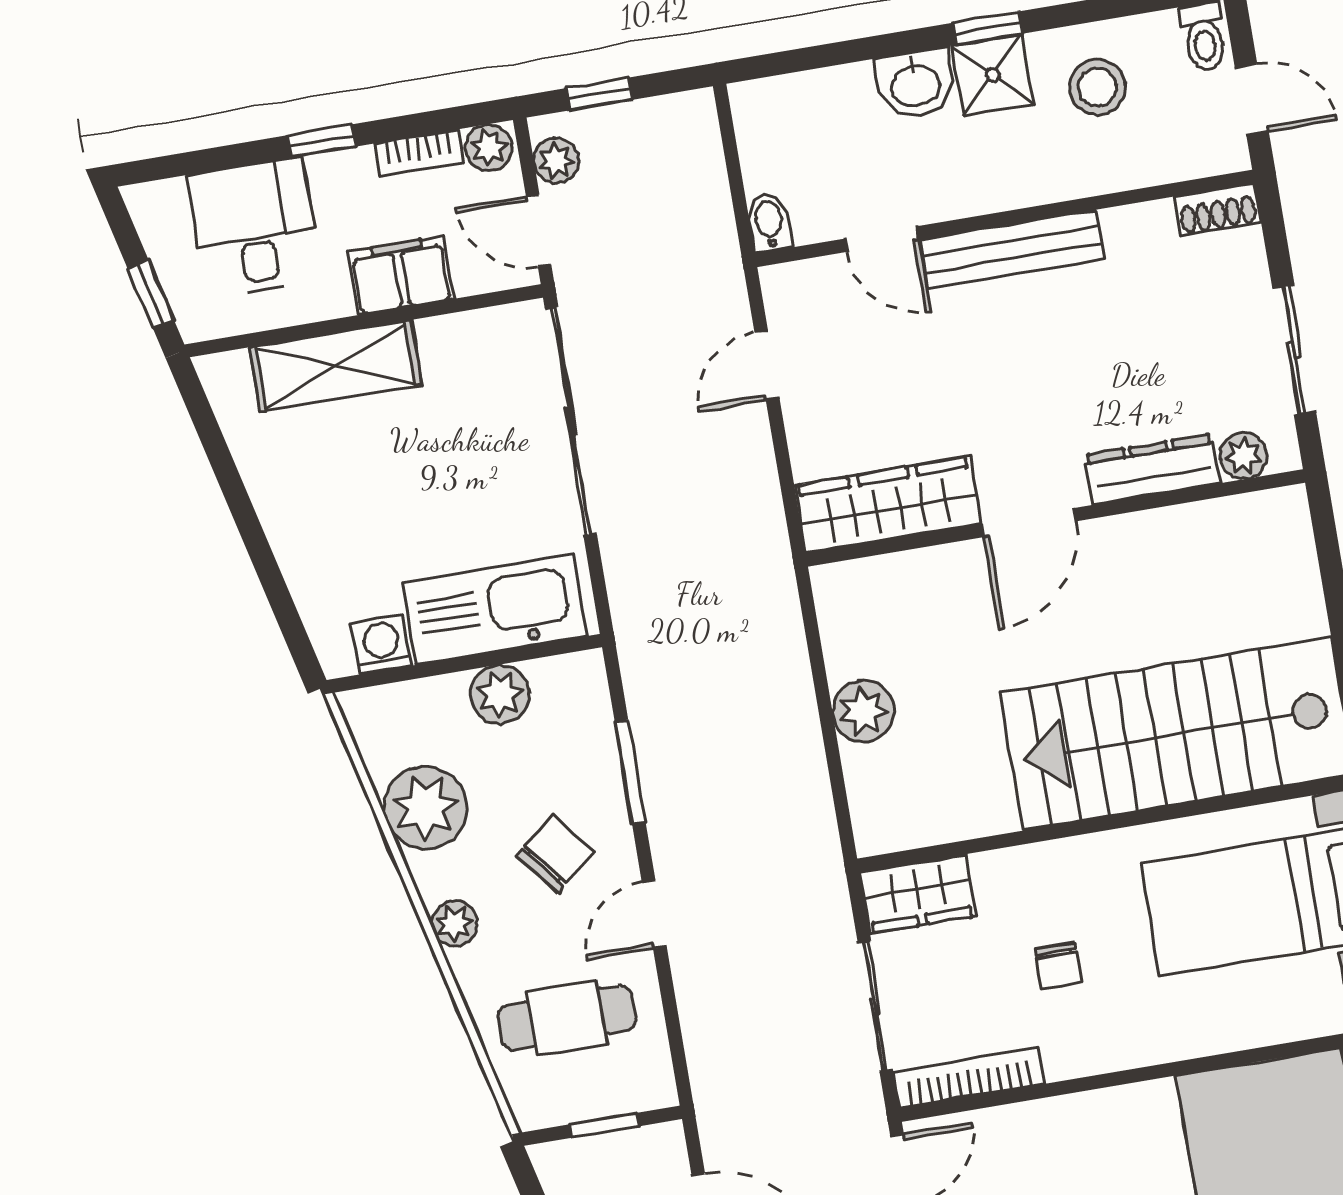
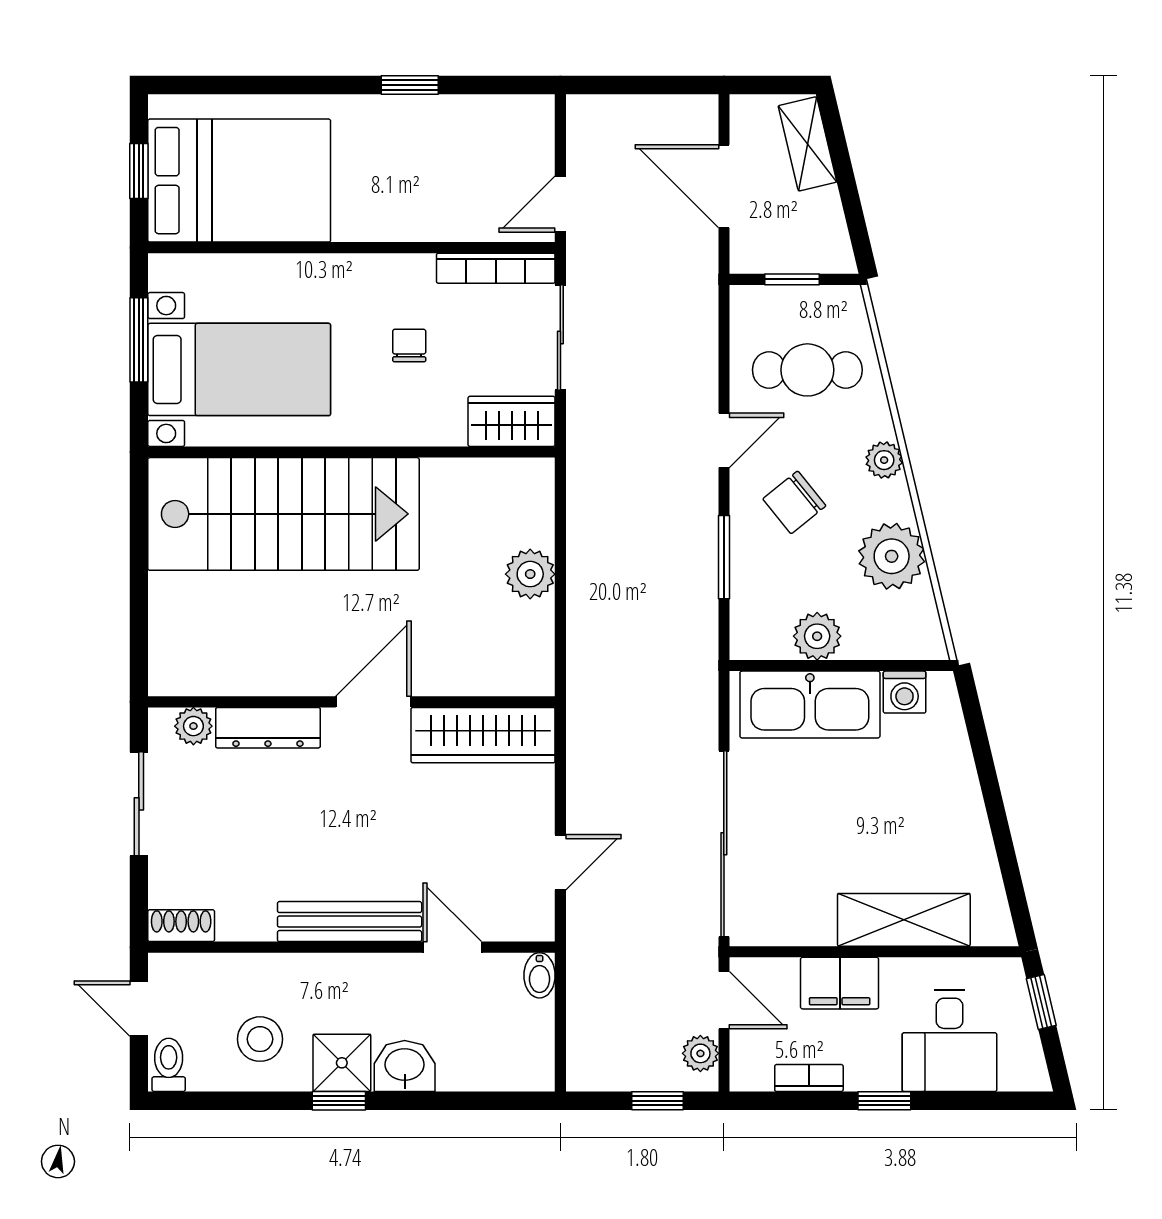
plant: (489, 148) -> (752, 1073), removed

